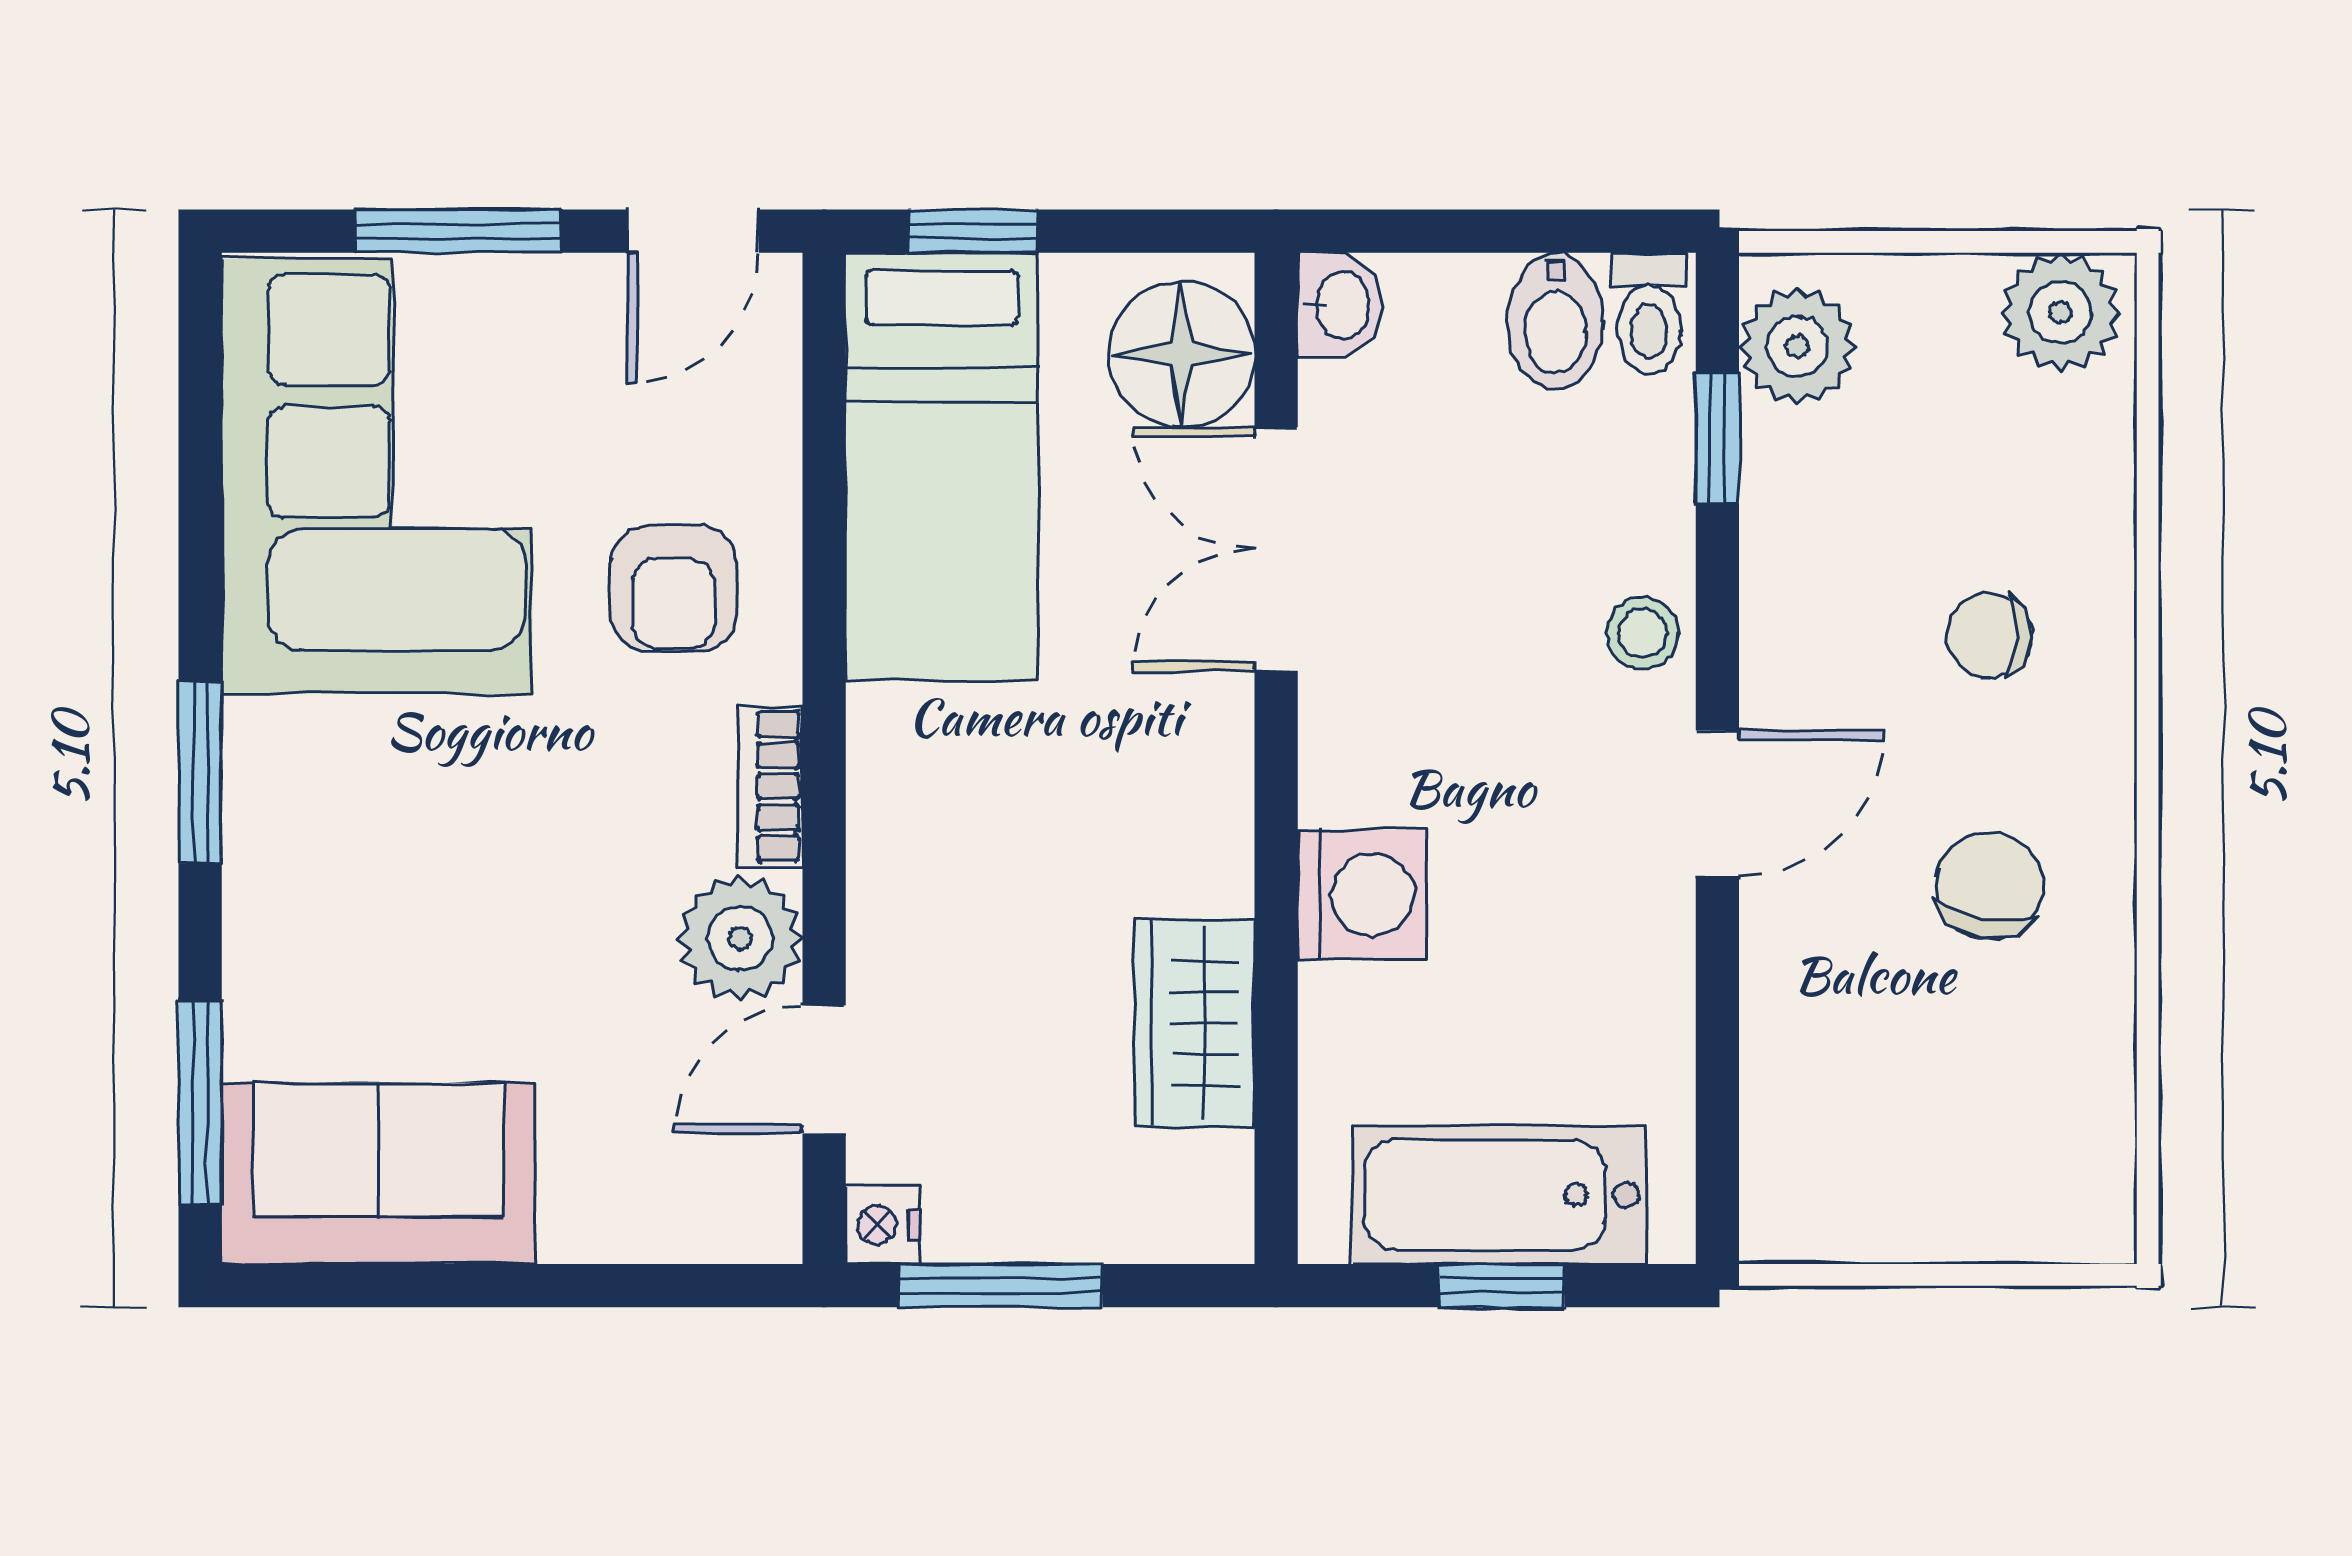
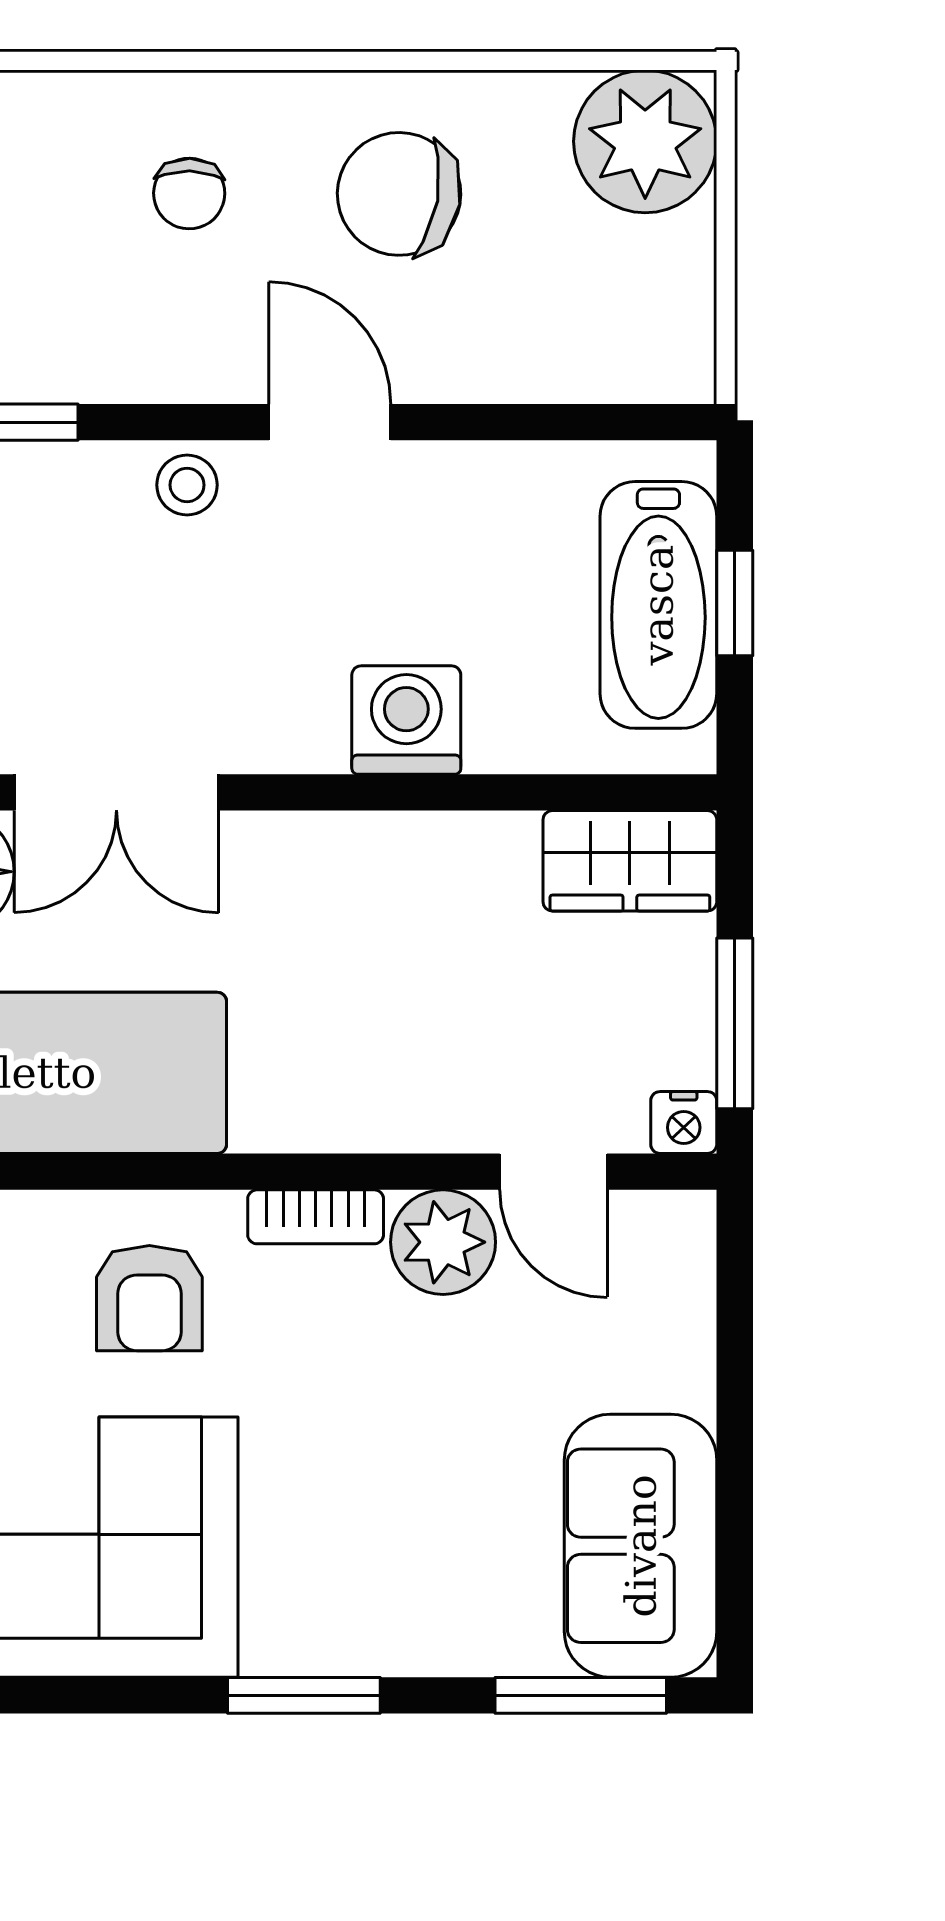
armchair: (674, 588) -> (149, 1298), turned 90
chair: (1989, 886) -> (399, 194), width x1.37, depth x1.37
wardrobe: (1195, 1024) -> (630, 861), moved
plant: (2052, 1179) -> (645, 141), added

